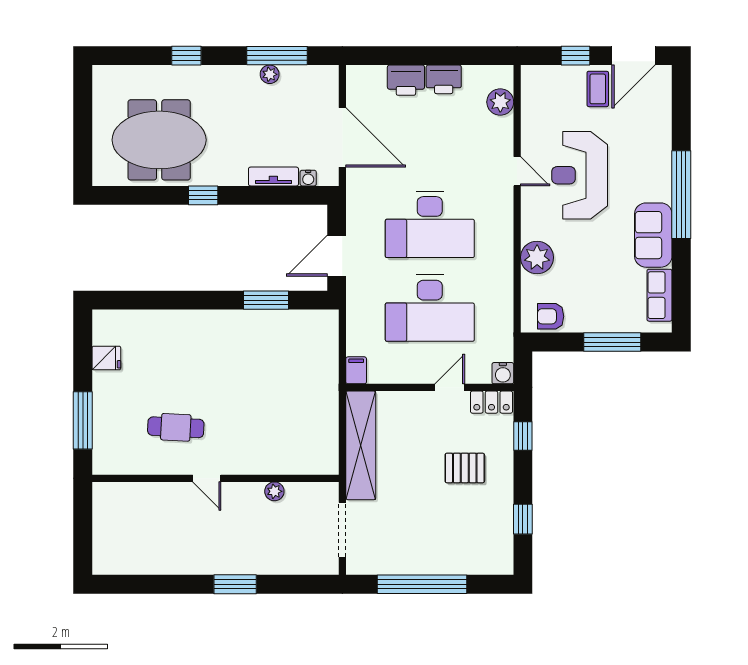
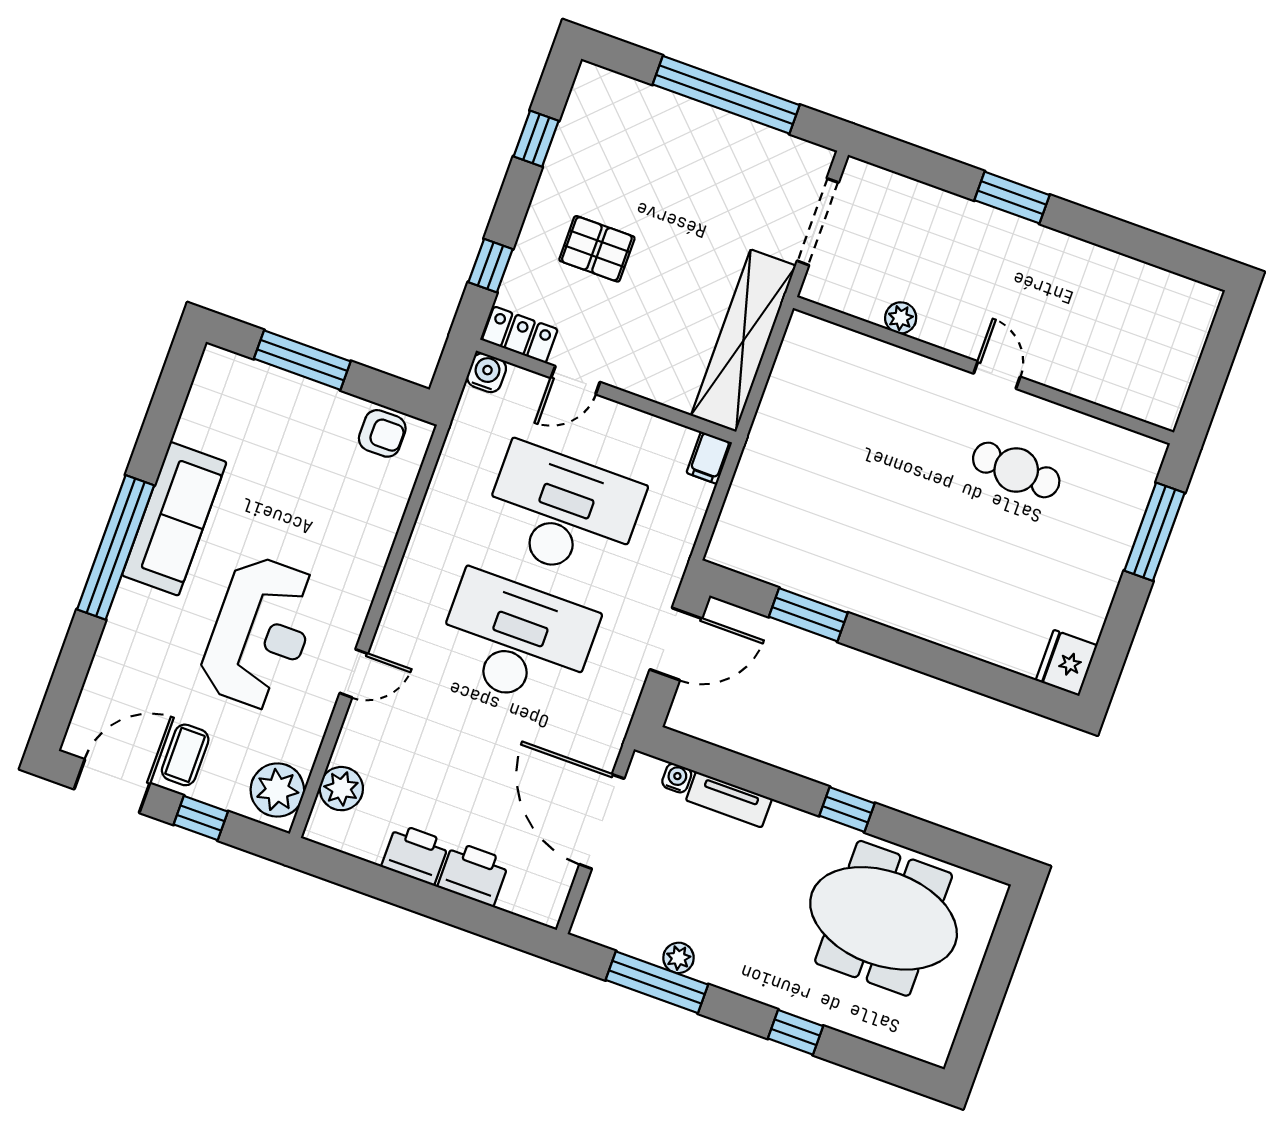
door: (517, 171) -> (354, 673), swing flipped
sofa: (653, 235) -> (174, 519), width x1.36
plant: (537, 257) -> (277, 790), moved
row of seats: (659, 295) -> (204, 406), removed
fridge: (106, 358) -> (1066, 663), moved, width x1.38

